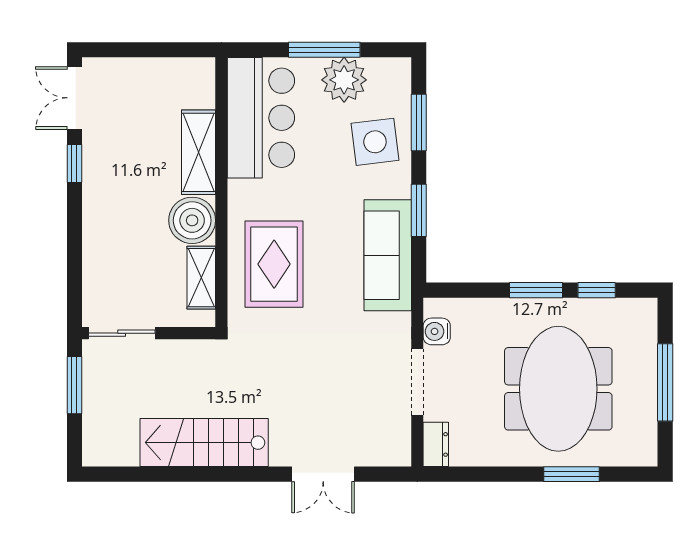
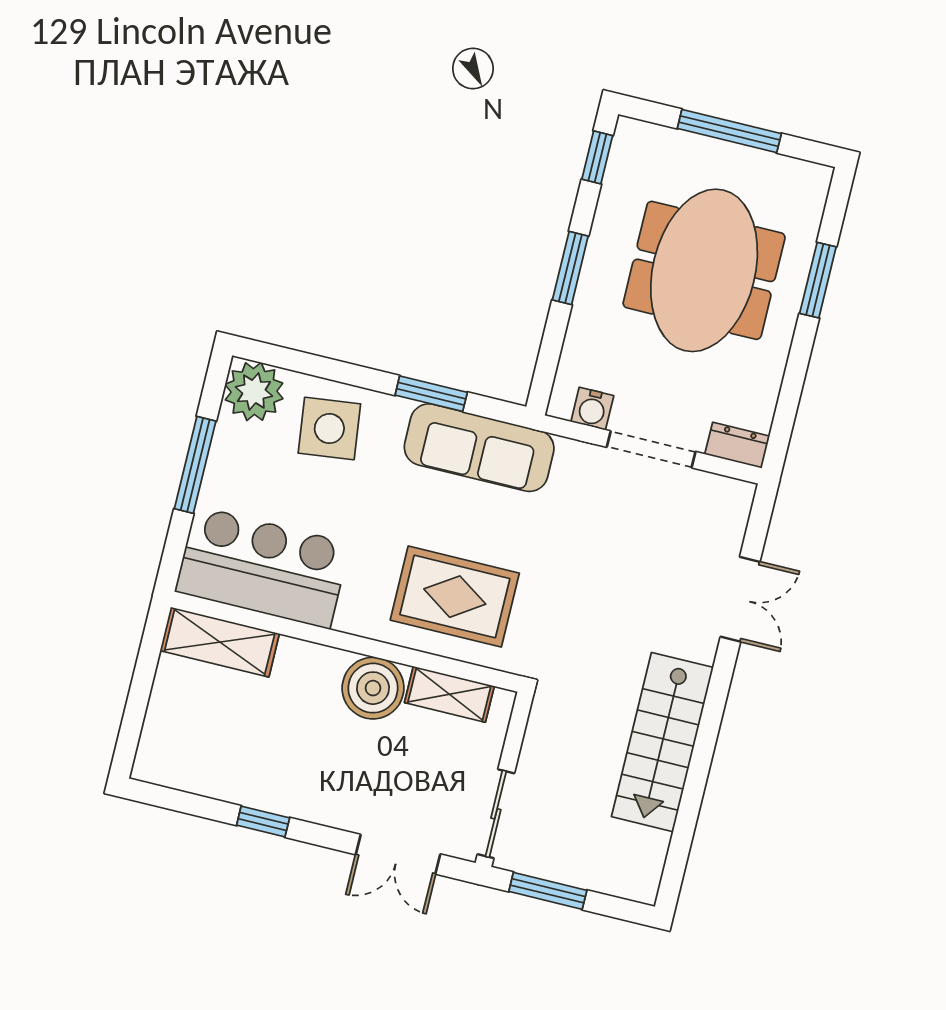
plant: (344, 80) -> (254, 392), moved
double door: (74, 98) -> (398, 854), moved
window: (419, 123) -> (318, 366), removed
shelving: (198, 152) -> (220, 642), moved
window: (597, 290) -> (597, 157), moved
meeting table: (558, 389) -> (704, 270), turned 90

